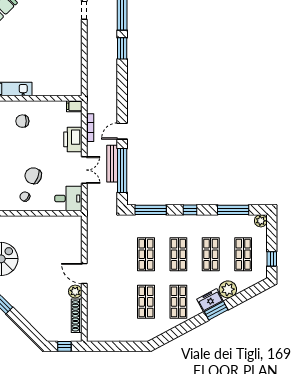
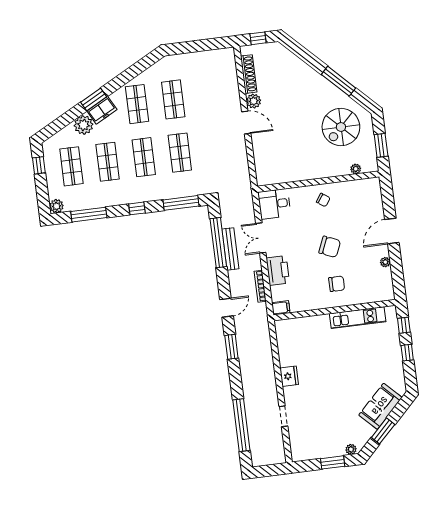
fridge: (75, 45) -> (289, 376), added
window: (122, 48) -> (231, 347), moved
door: (122, 131) -> (227, 308), moved
chair: (33, 176) -> (330, 247), moved

